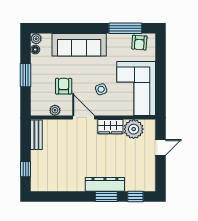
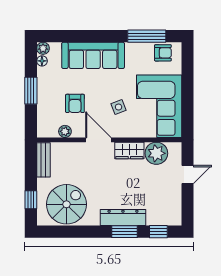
armchair: (139, 43) -> (163, 53), turned -94
armchair: (64, 86) -> (75, 103), turned 180
spiral stairs: (56, 173) -> (66, 204), added

